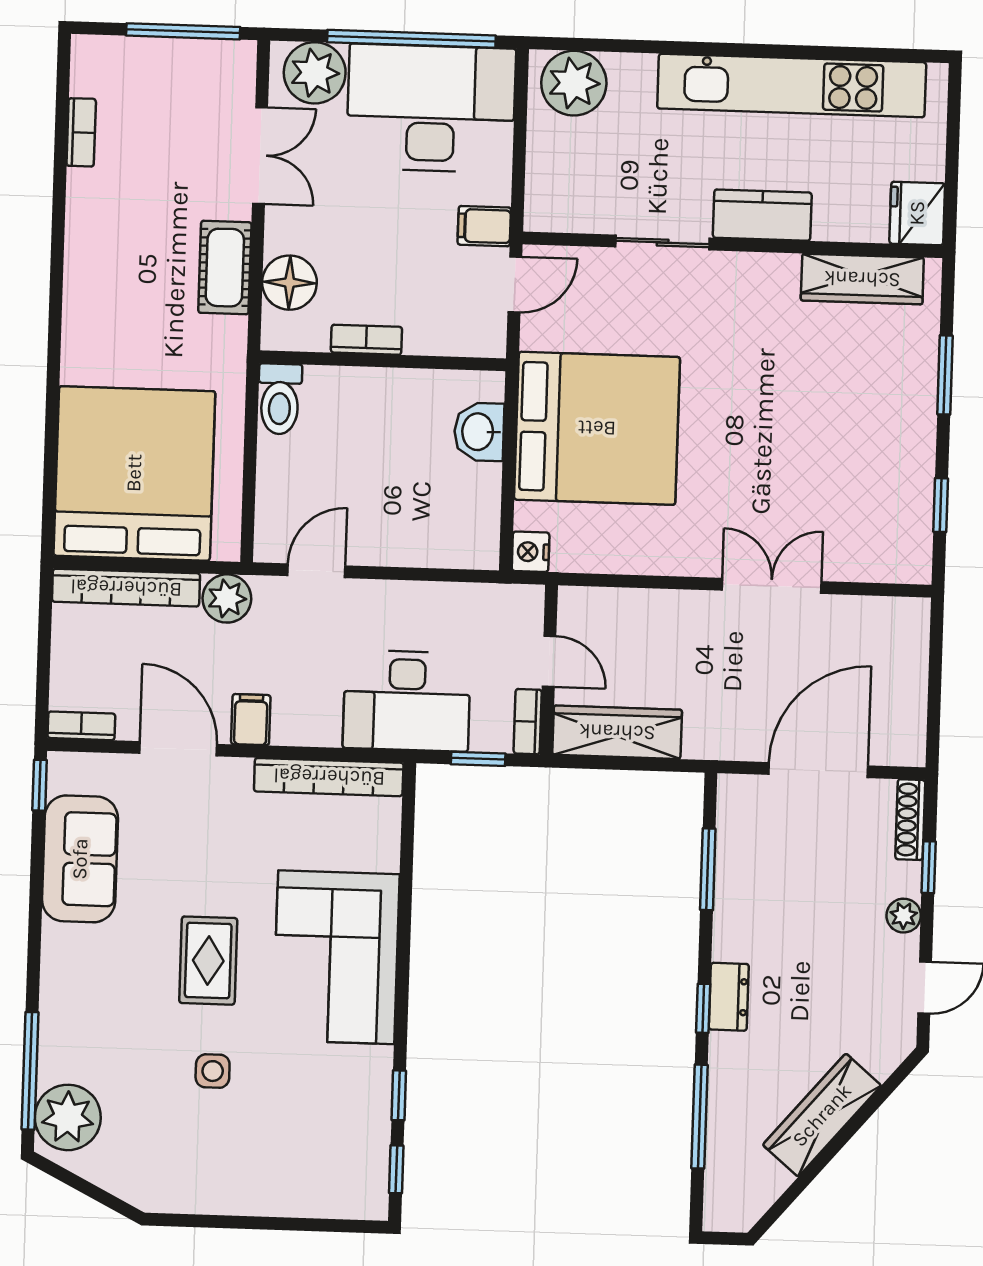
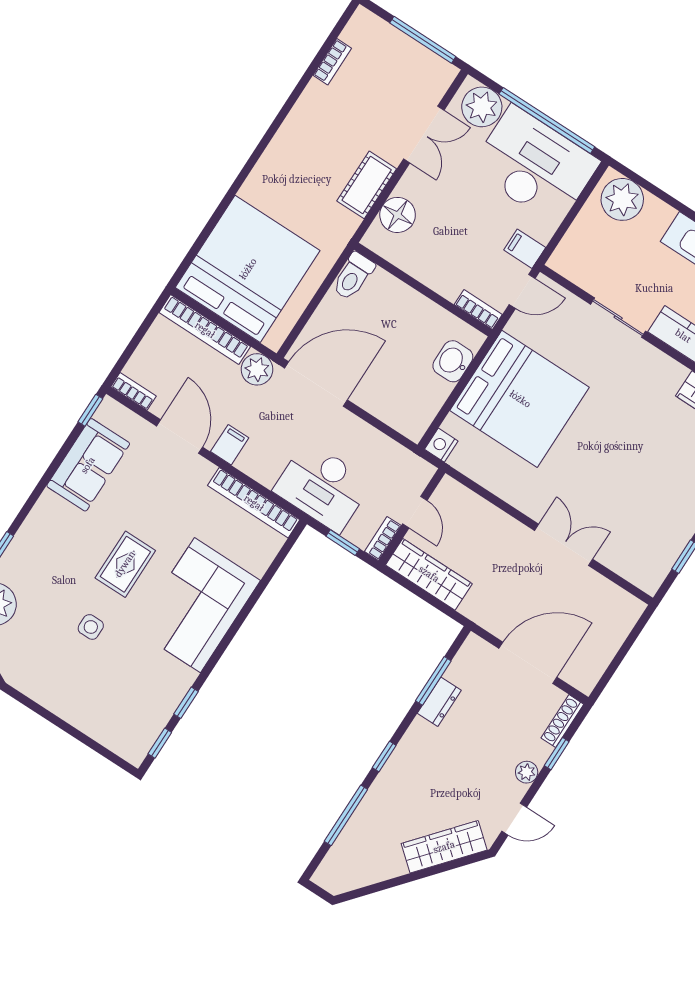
bookcase: (366, 340) -> (478, 310), moved
door: (316, 571) -> (316, 384), width x1.87
dresser: (729, 997) -> (439, 702), moved
wardrobe: (822, 1115) -> (444, 847), moved

